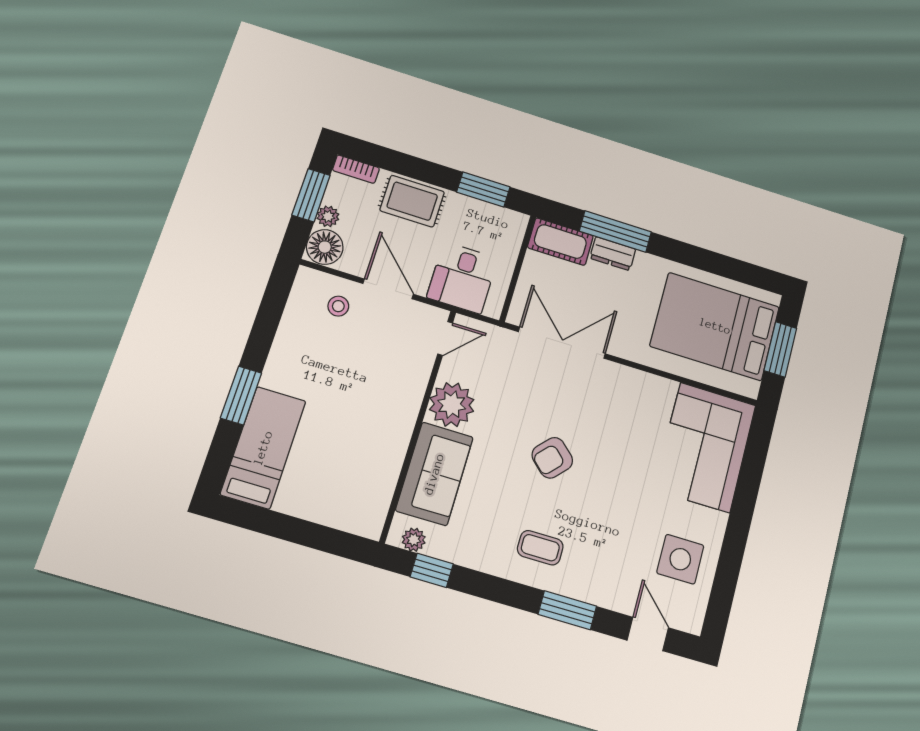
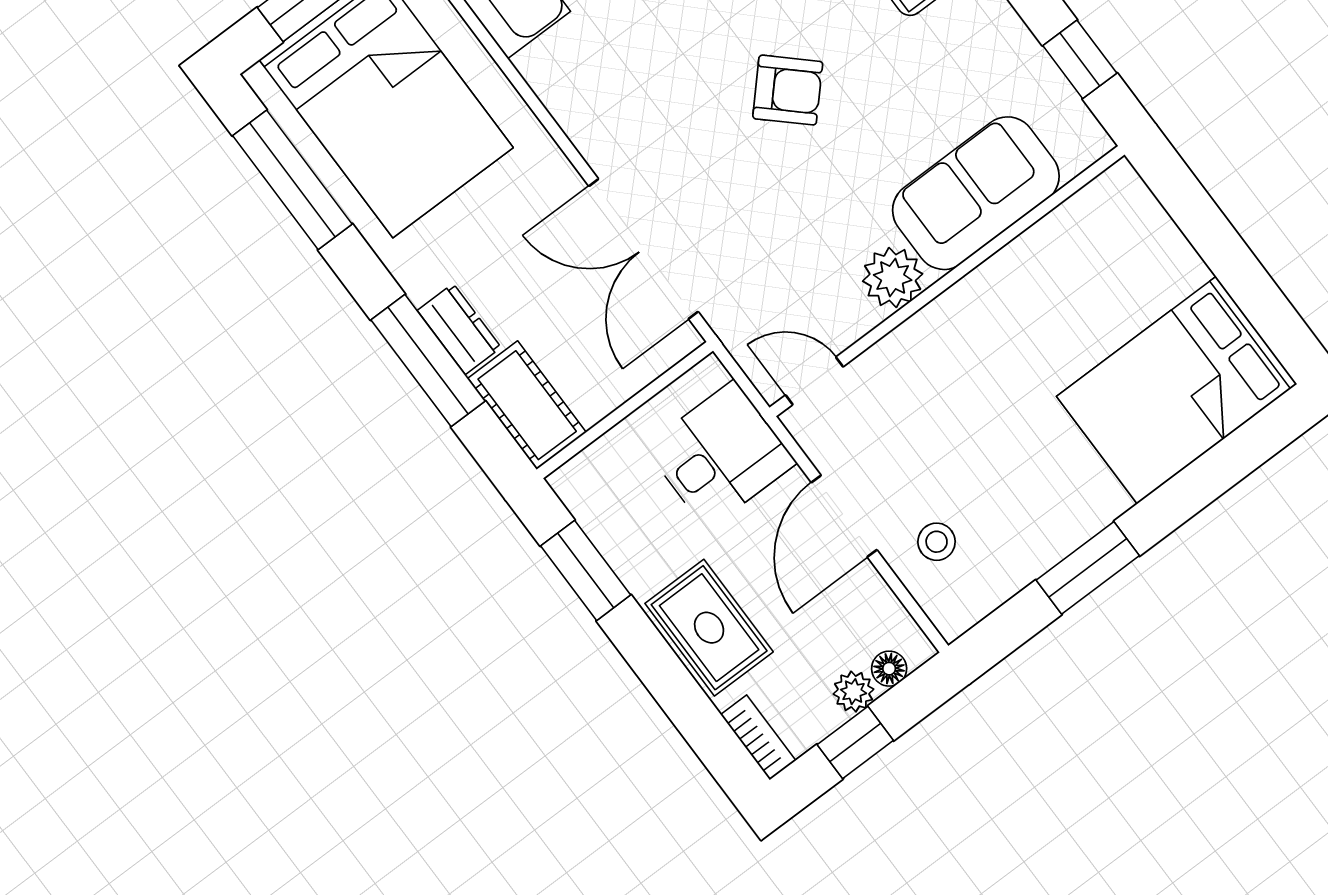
window: (311, 195) -> (855, 742), width x0.67
floor lamp: (325, 247) -> (889, 669), width x0.53, depth x0.53
window: (727, 267) -> (292, 180), added
window: (241, 395) -> (1088, 568), moved
plant: (452, 405) -> (893, 277), width x0.73, depth x0.73
bed: (263, 448) -> (1177, 390), width x1.50
plant: (414, 540) -> (1074, 121), removed

